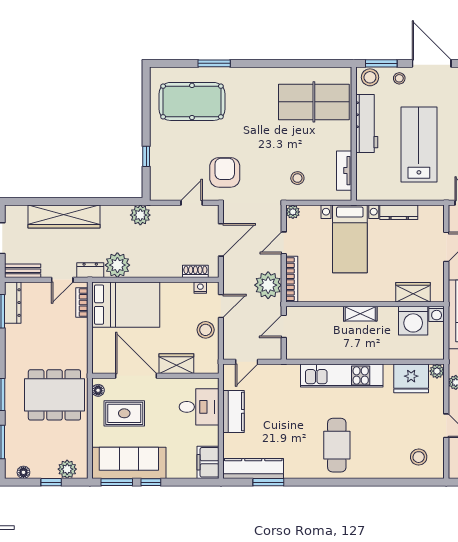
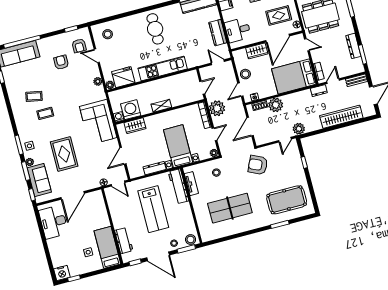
table tennis table: (314, 102) -> (230, 208), moved
workbench: (367, 123) -> (179, 186), moved
armchair: (225, 172) -> (258, 165), turned 115
door: (192, 203) -> (285, 140), moved
plant: (117, 265) -> (276, 105), moved
dresser: (13, 303) -> (353, 46), moved
door: (90, 352) -> (307, 45), added
door: (247, 362) -> (218, 62), hinge flipped
door: (136, 376) -> (278, 38), hinge flipped

